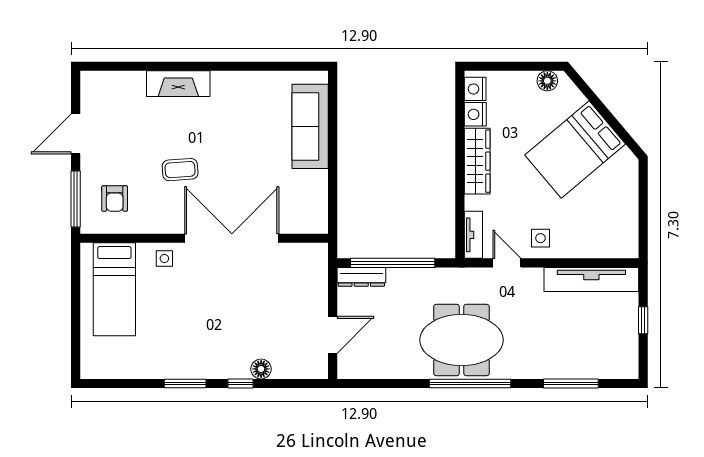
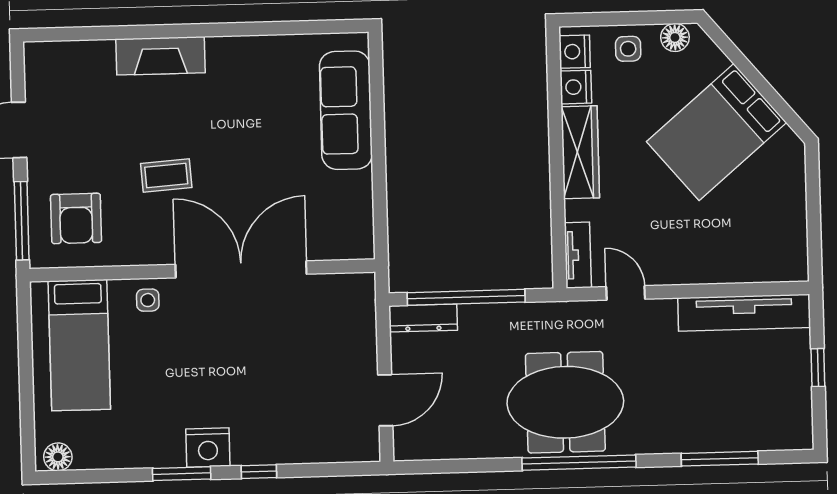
armchair: (115, 199) -> (76, 218), width x1.38, depth x1.38
side table: (540, 238) -> (628, 49), moved
nightstand: (204, 365) -> (208, 447), added
floor lamp: (261, 369) -> (58, 457), moved

